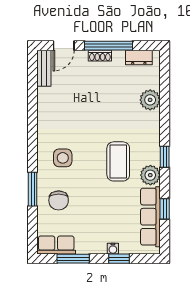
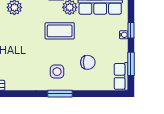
window: (33, 189) -> (60, 94), moved
chair: (59, 200) -> (88, 62), moved

